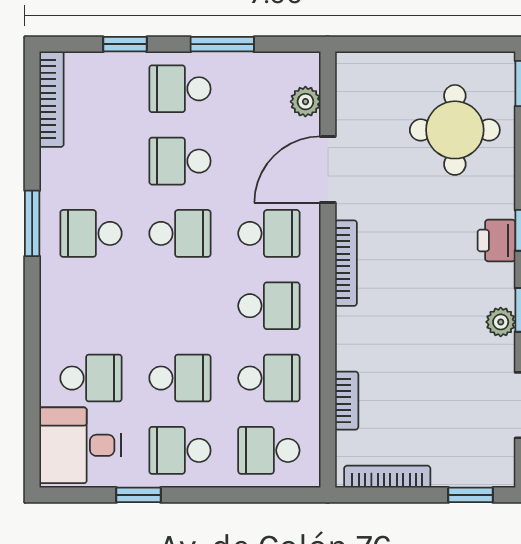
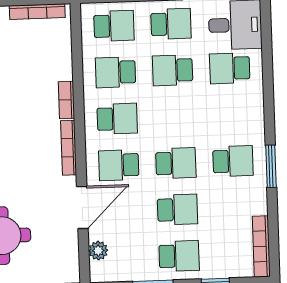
school desk: (180, 233) -> (176, 163), turned 180
school desk: (269, 306) -> (117, 119), turned 180
bookcase: (347, 401) -> (67, 100), moved

